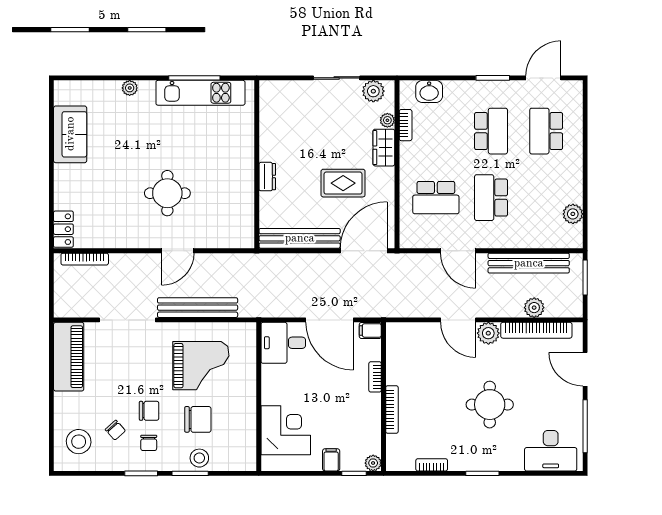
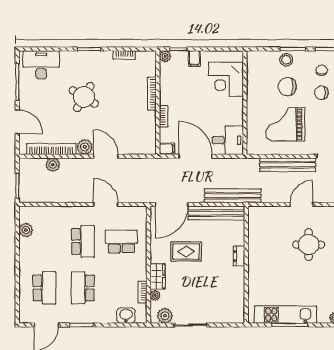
bench: (529, 263) -> (233, 196), moved
round table: (490, 405) -> (84, 97), turned 31

